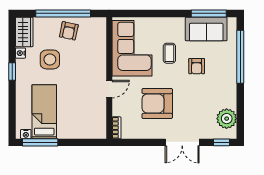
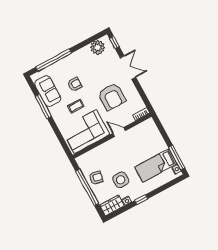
window: (209, 13) -> (43, 106), moved

